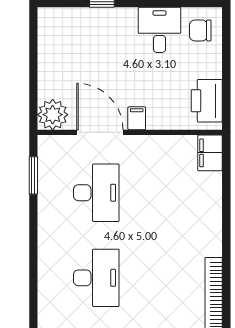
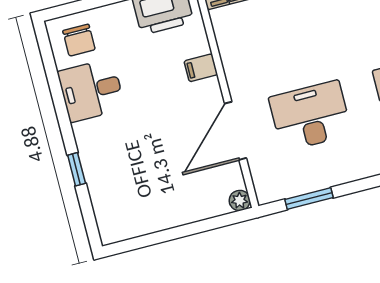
plant: (53, 115) -> (240, 200), width x0.53, depth x0.53
filing cabinet: (137, 118) -> (201, 68), moved

